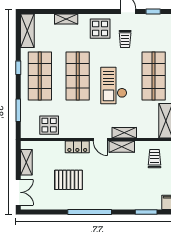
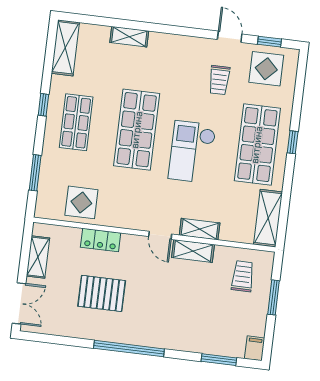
display table: (100, 29) -> (266, 69), moved
shop shelf: (40, 76) -> (76, 122), width x0.70, depth x0.74
locker: (77, 147) -> (101, 240), moved

